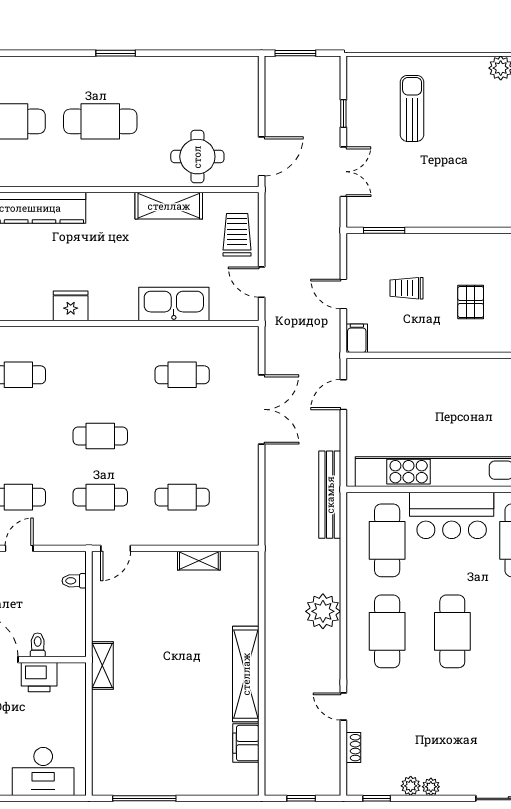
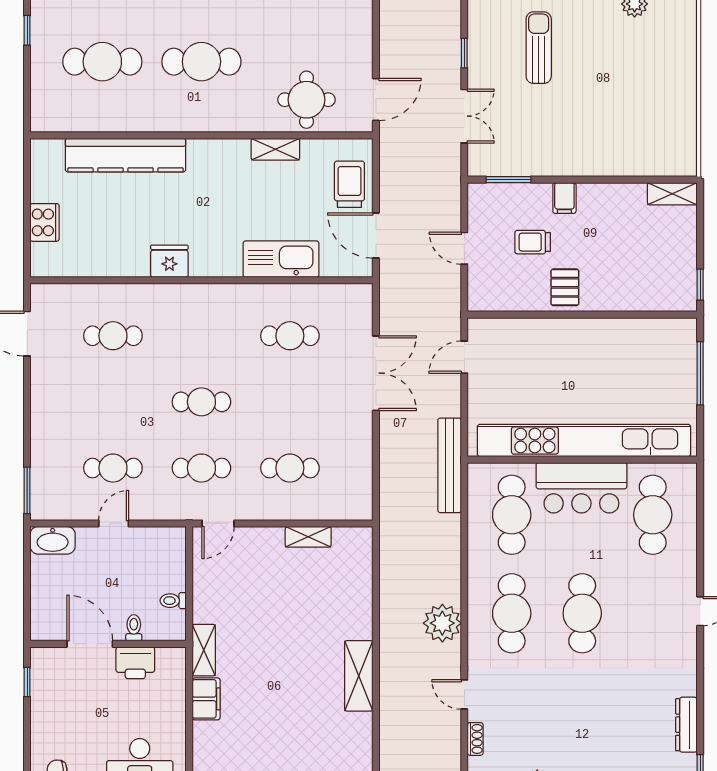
shelving: (169, 206) -> (275, 149), width x0.67, depth x0.75
door: (262, 282) -> (376, 235), width x1.38
pallet: (471, 302) -> (565, 287), moved
filing cabinet: (357, 338) -> (564, 198), moved, turned 180
toilet: (74, 581) -> (173, 601), moved
plant: (323, 611) -> (442, 623), moved
shelving: (246, 674) -> (359, 676), width x0.68
filing cabinet: (246, 743) -> (206, 699), moved, turned 180

